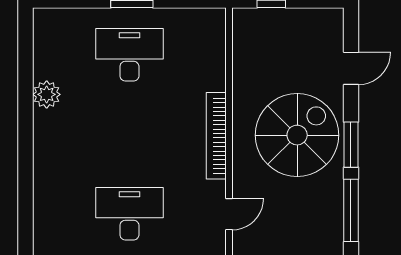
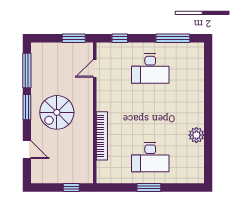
door: (351, 68) -> (27, 150), swing flipped
spiral stairs: (297, 135) -> (57, 112), width x0.73, depth x0.73
bookcase: (216, 136) -> (102, 136), moved

